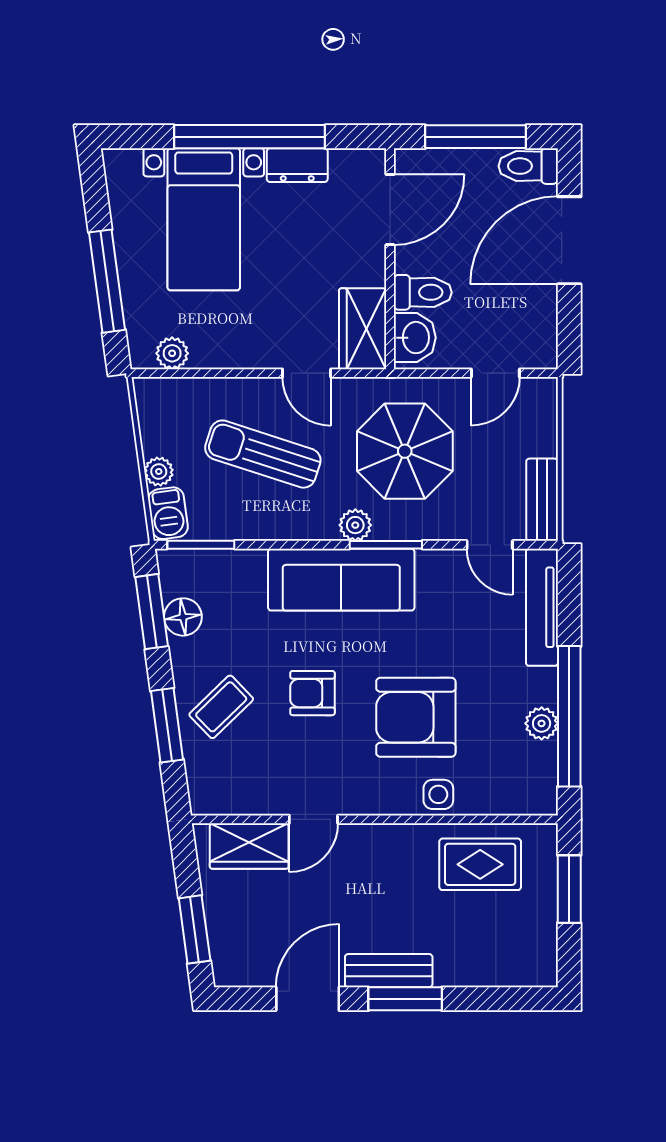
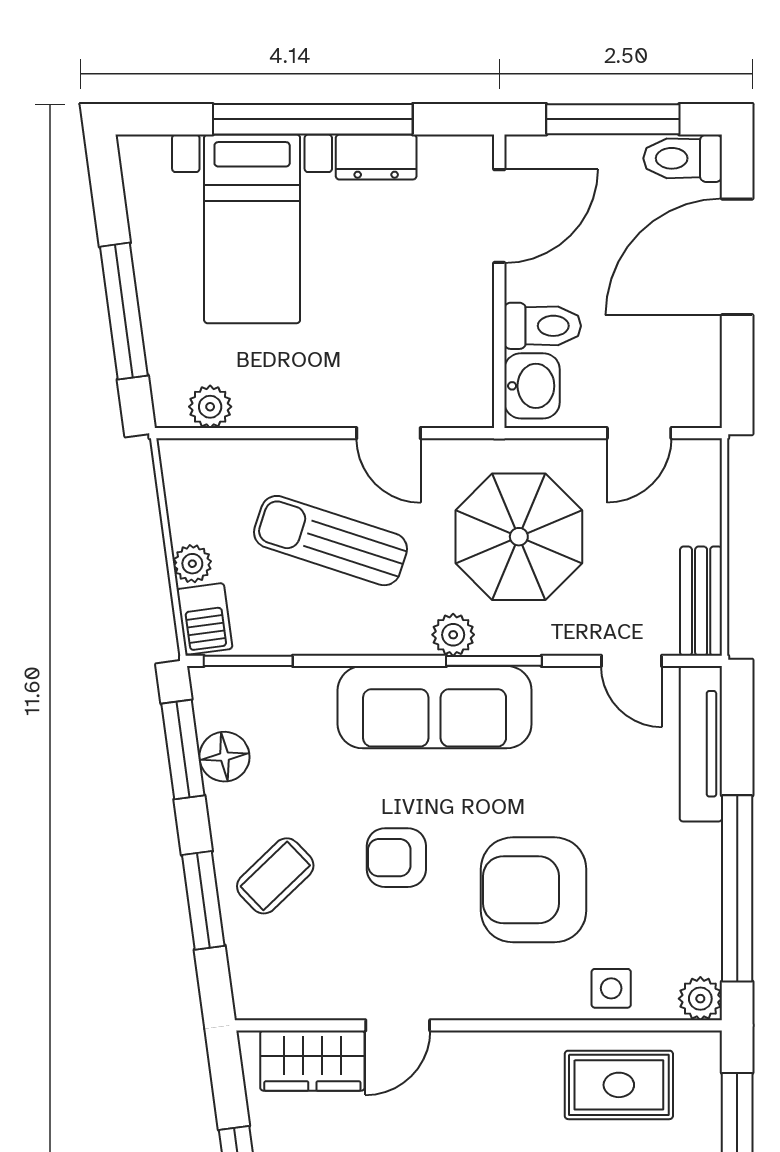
wardrobe: (363, 329) -> (463, 374), removed
plant: (542, 723) -> (700, 999), moved
side table: (438, 794) -> (611, 988), moved

